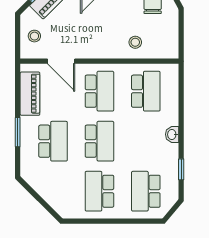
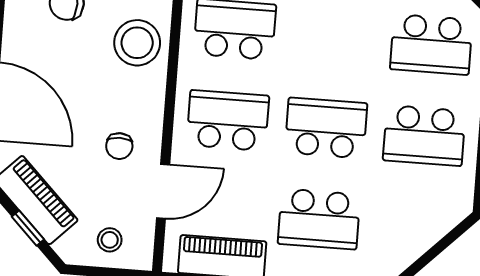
chair: (82, 37) -> (119, 146), added
stool: (135, 42) -> (137, 43), width x1.89, depth x1.89
school desk: (53, 141) -> (319, 219), turned 180

